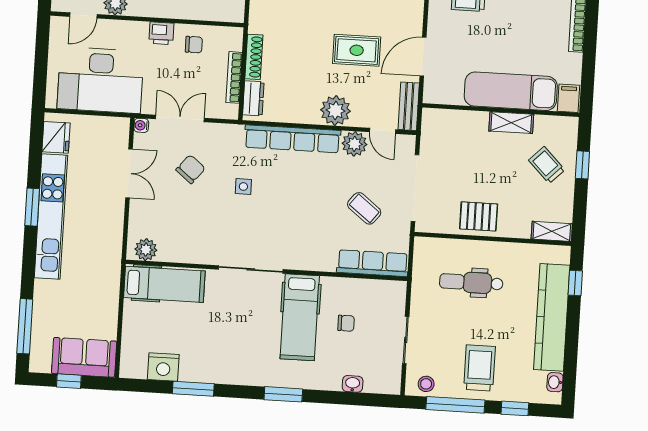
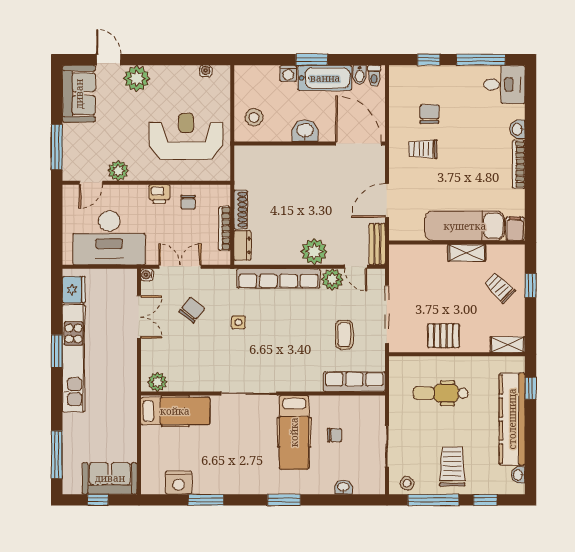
chair: (194, 45) -> (188, 202), turned 90
rug: (357, 50) -> (329, 198), removed
coffee table: (364, 208) -> (344, 335), turned 52

